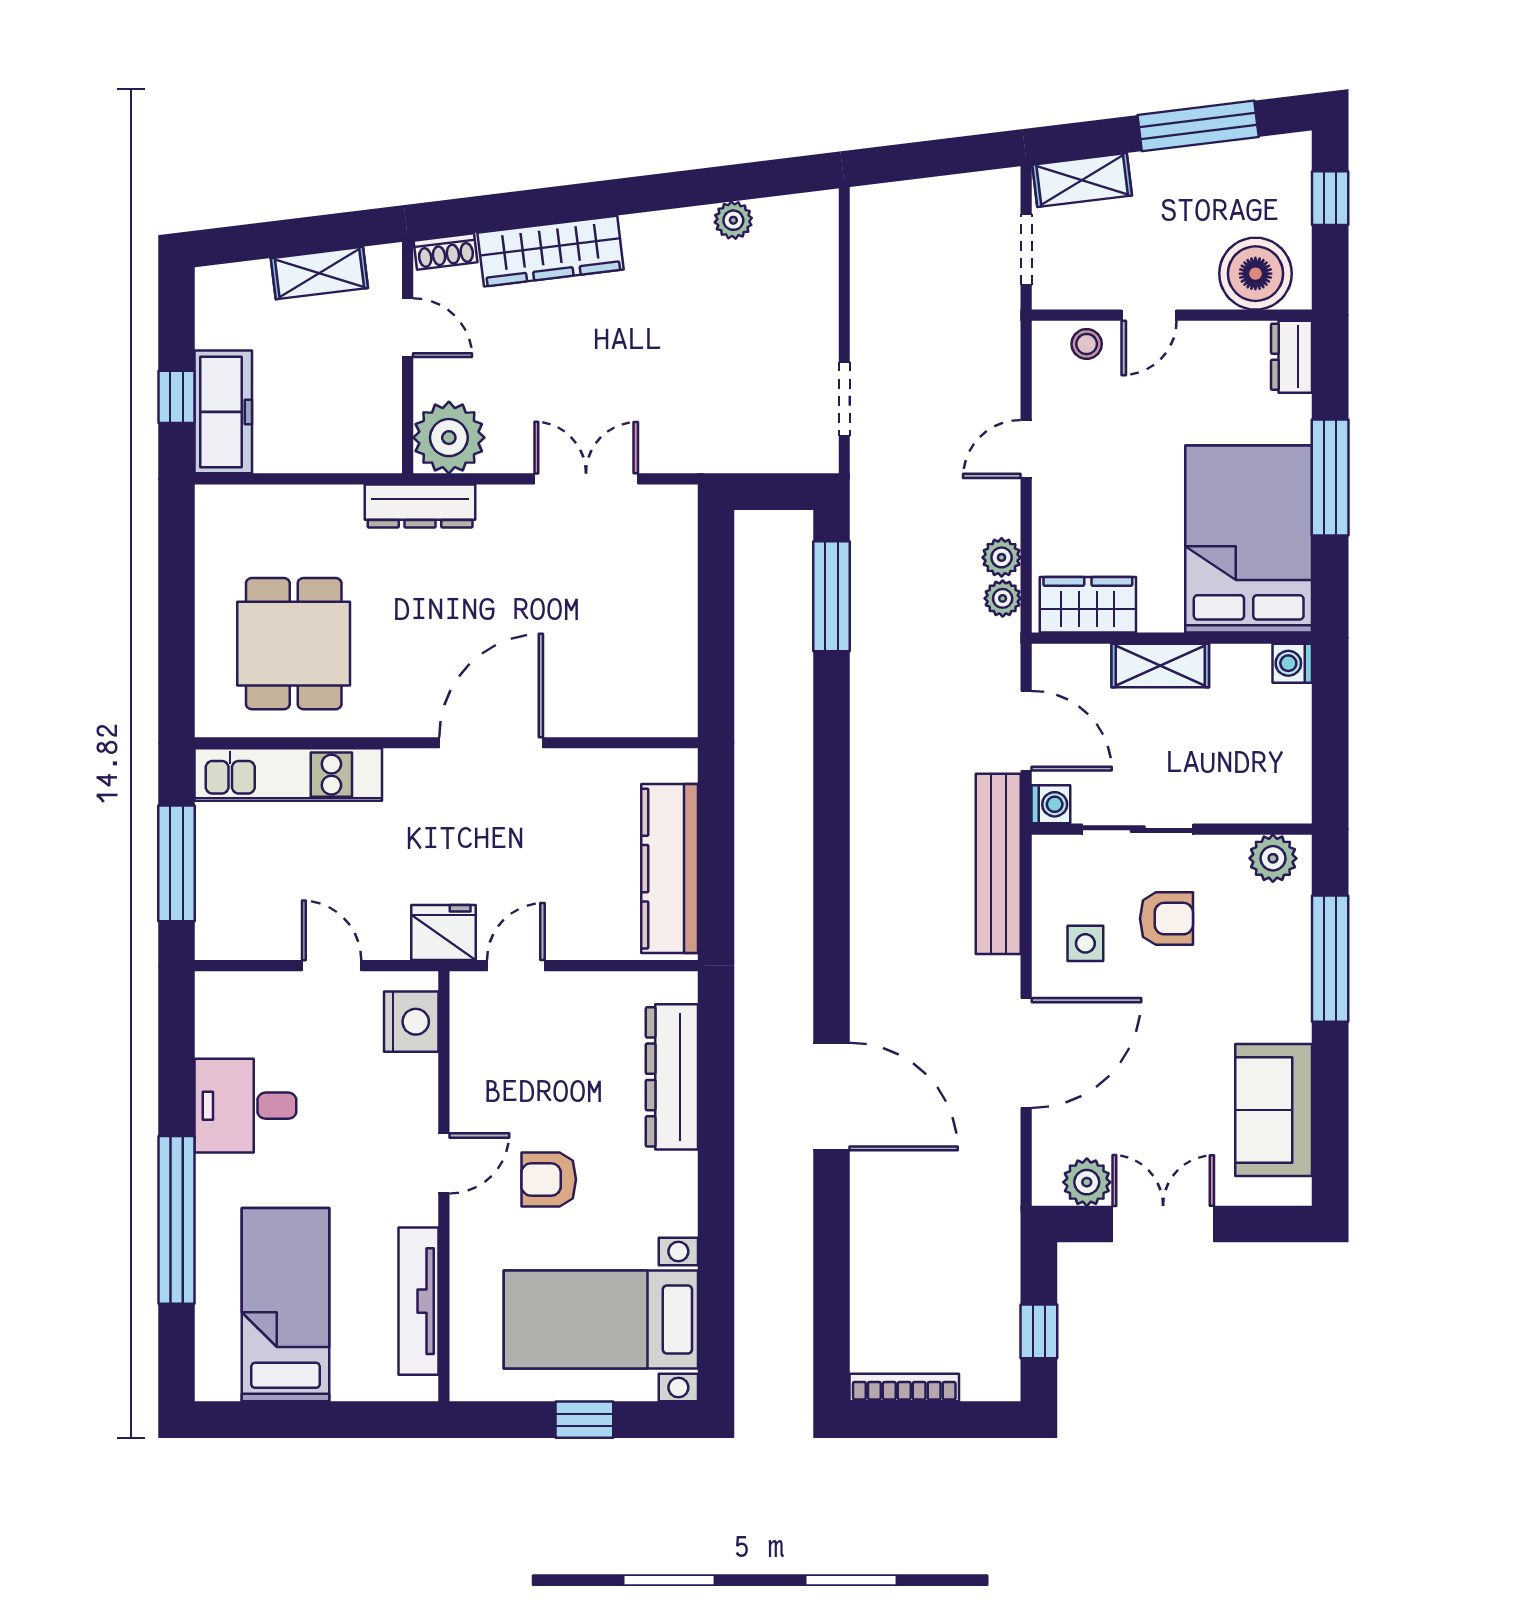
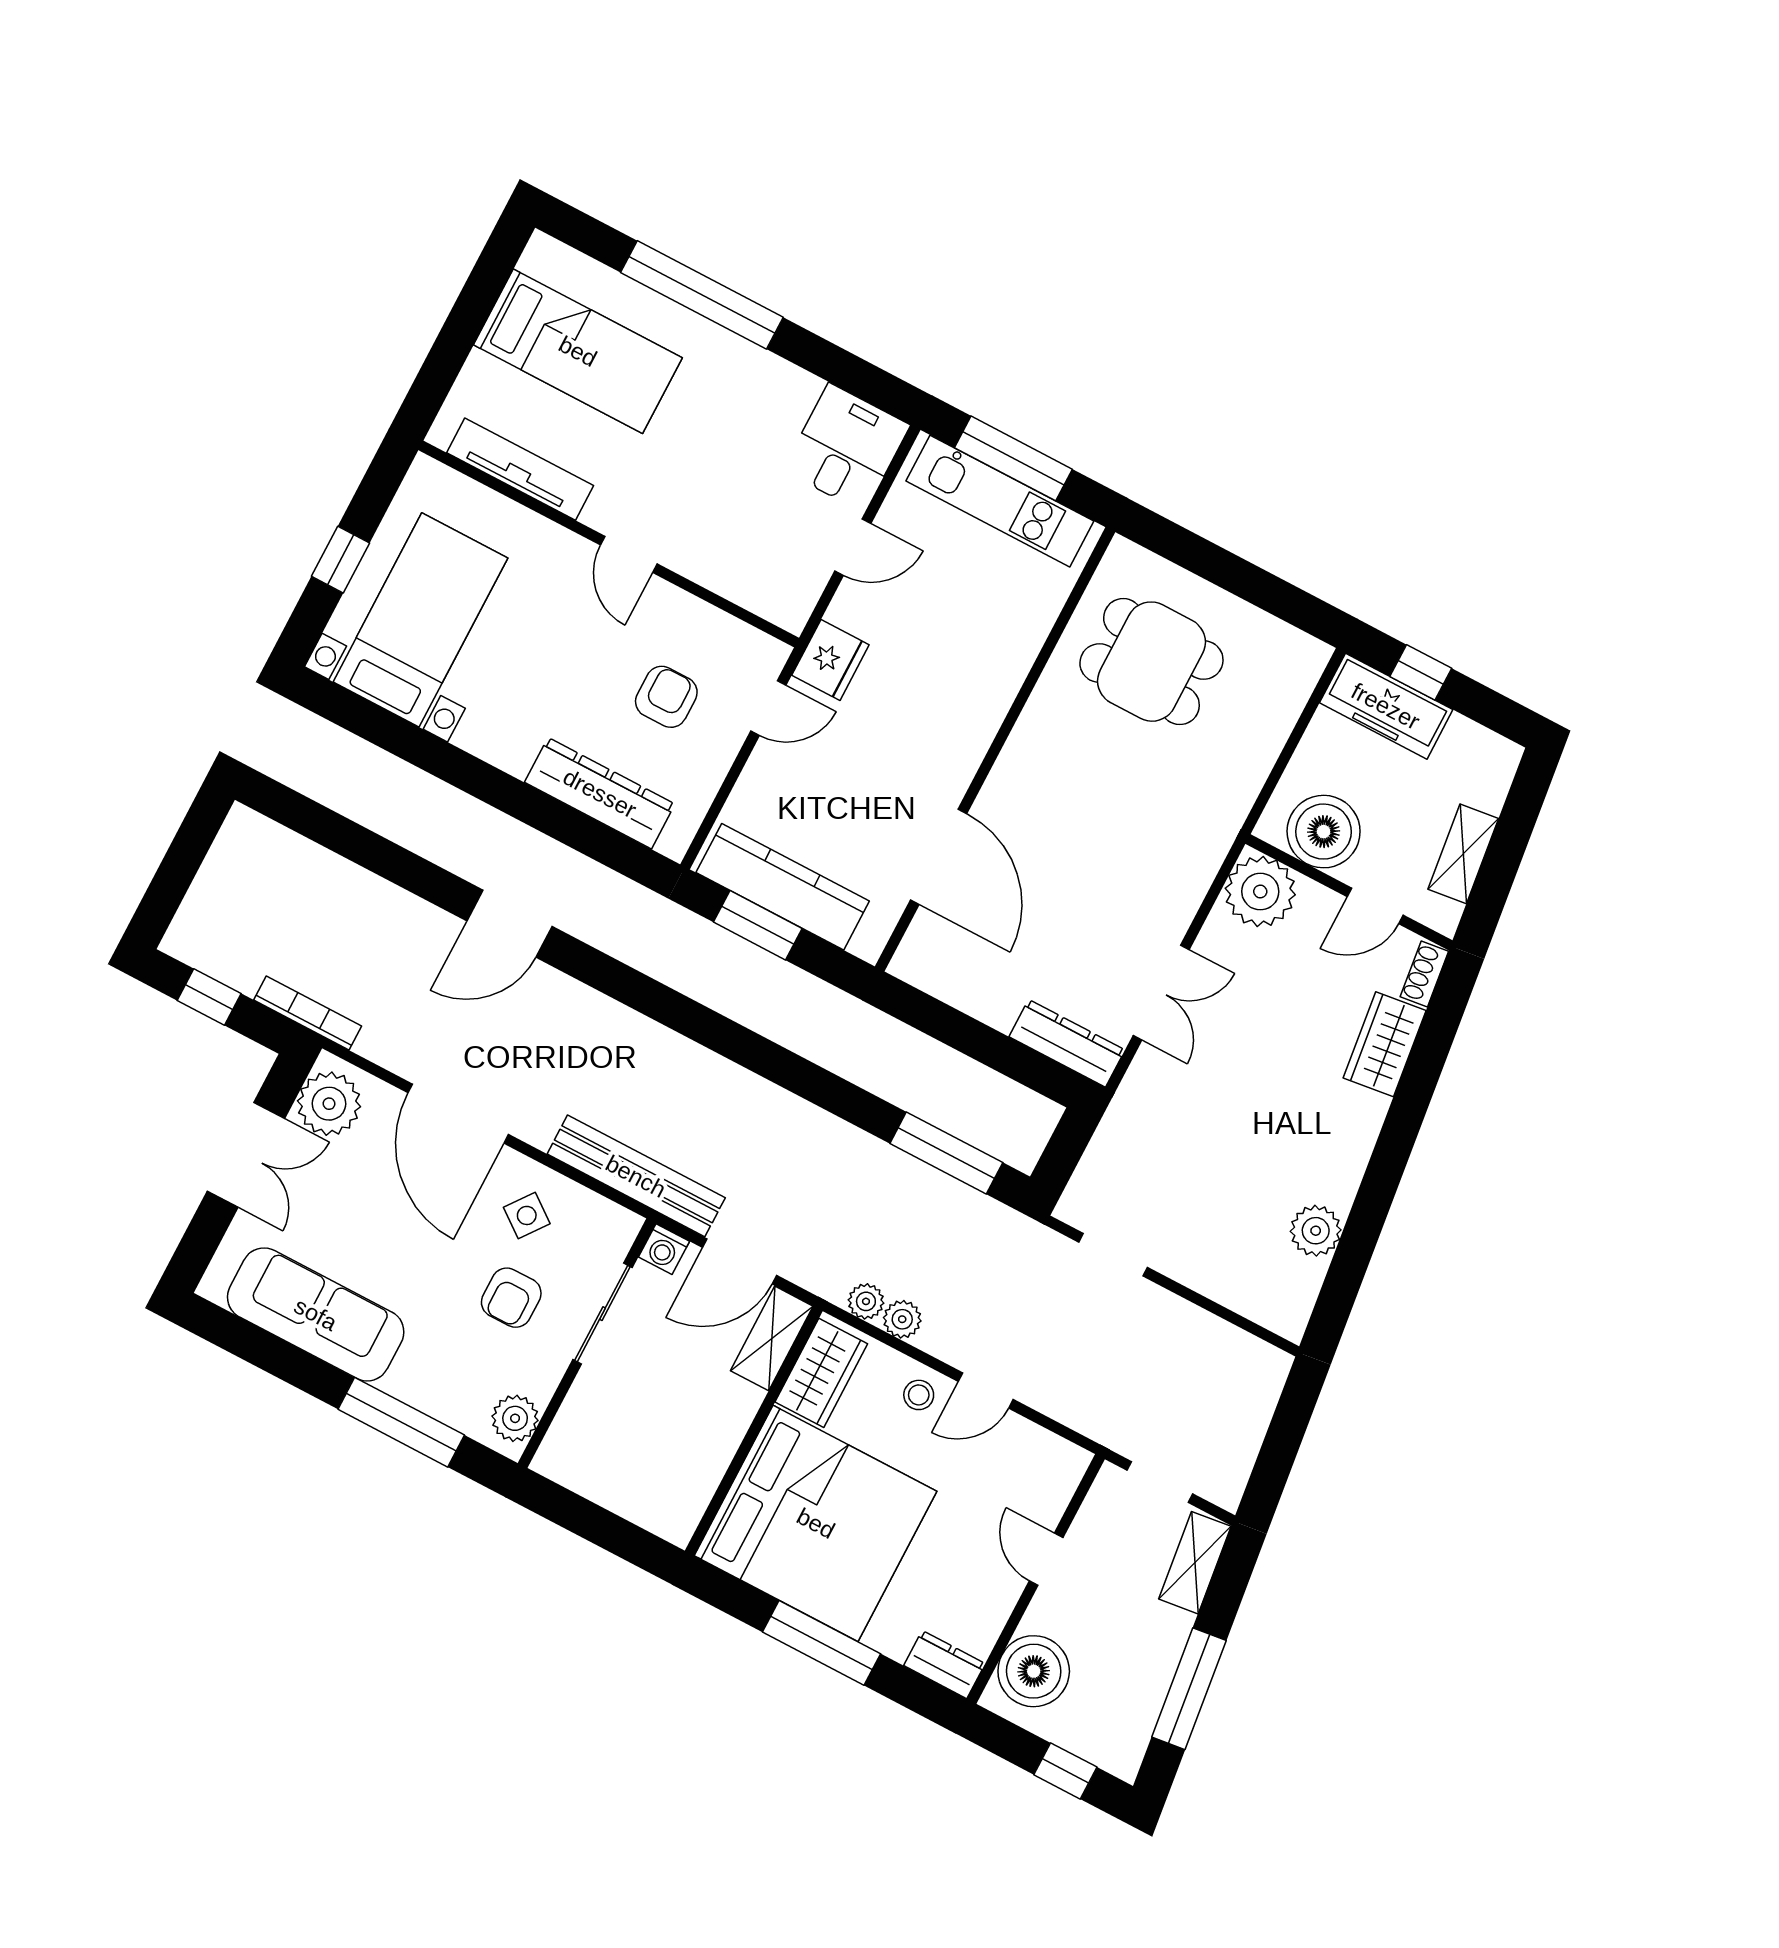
plant: (733, 220) -> (1316, 1231), width x1.38, depth x1.38
wardrobe: (551, 251) -> (1385, 1044), width x0.67
stool: (1087, 344) -> (919, 1395), moved
boiler: (365, 409) -> (1324, 832), added
door: (1026, 449) -> (986, 1390), swing flipped
dresser: (420, 506) -> (1067, 1043), moved, turned 90
bed: (1249, 539) -> (816, 1523), width x1.36
washing machine: (1292, 663) -> (677, 1525), removed
shelving: (1160, 665) -> (772, 1338), moved
door: (491, 743) -> (939, 857), moved
kitchen unit: (288, 775) -> (1000, 501), moved, turned -90
window: (716, 873) -> (758, 925), added
side table: (1085, 943) -> (527, 1215), turned 37
door: (516, 966) -> (768, 708), hinge flipped
nightstand: (411, 1022) -> (767, 591), removed
door: (832, 1096) -> (509, 924), width x0.73
desk: (245, 1106) -> (847, 448), moved
sofa: (1274, 1110) -> (316, 1314), width x1.36
armchair: (549, 1179) -> (666, 697), moved
plant: (1087, 1182) -> (329, 1104), width x1.36, depth x1.36
bookcase: (904, 1387) -> (308, 1013), moved, turned -90

